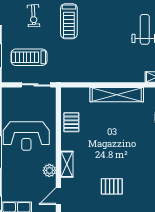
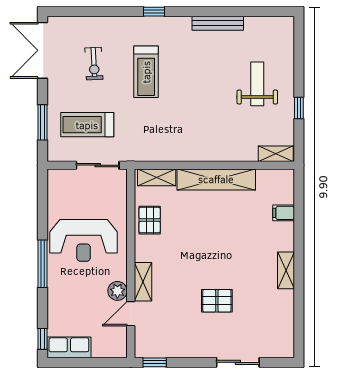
shelving: (76, 93) -> (157, 177), added
pallet: (112, 186) -> (217, 301), moved
door: (58, 196) -> (131, 314), moved

